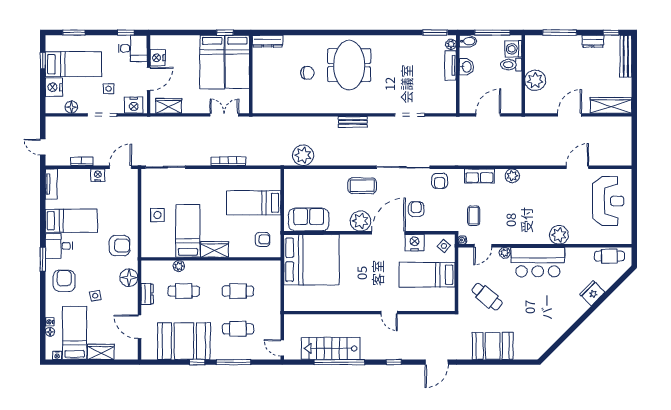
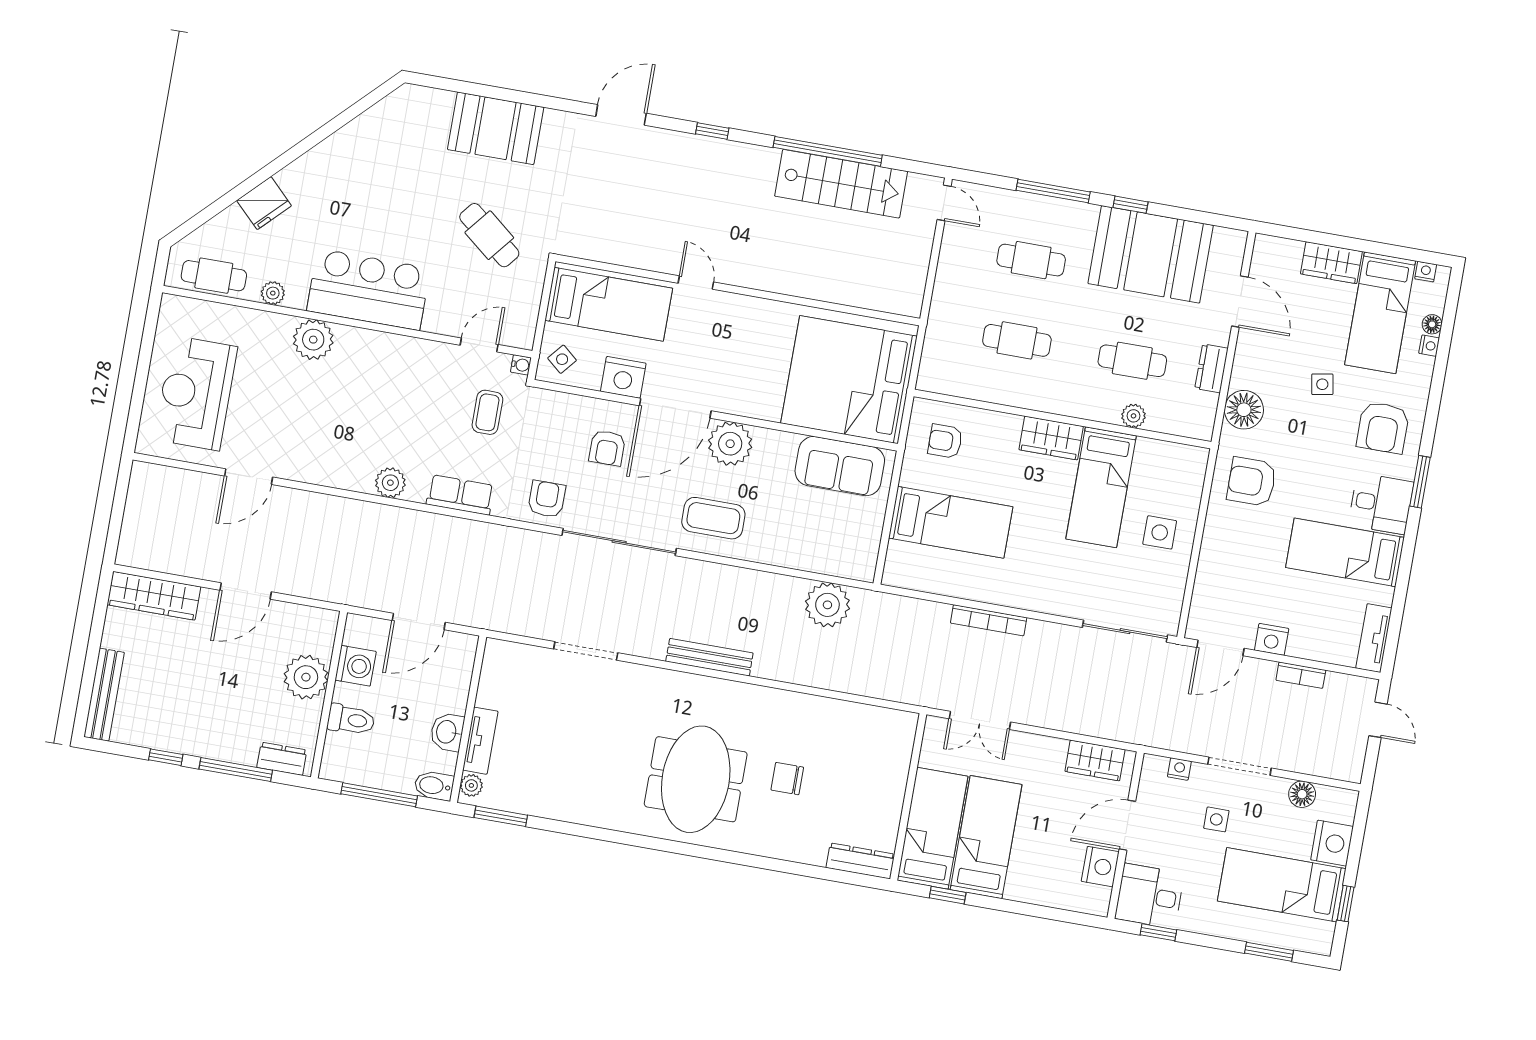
window: (611, 33) -> (166, 757), moved
dresser: (593, 41) -> (282, 759), moved
washing machine: (513, 49) -> (356, 666), moved
nightstand: (134, 105) -> (1179, 769), width x0.53, depth x0.56
bench: (353, 122) -> (709, 657), width x1.36
plant: (505, 253) -> (273, 293), moved
wall: (369, 313) -> (738, 290), moved
door: (389, 313) -> (696, 283), moved

